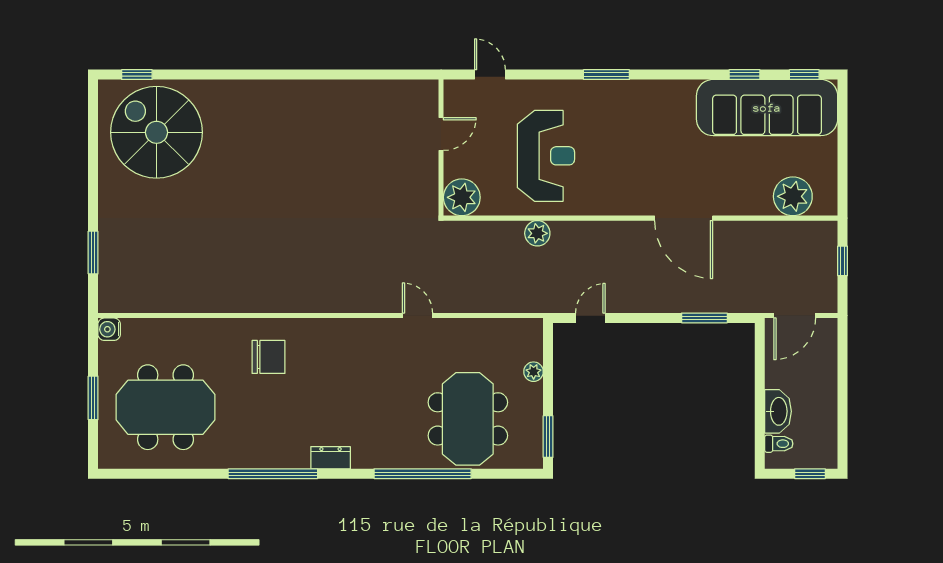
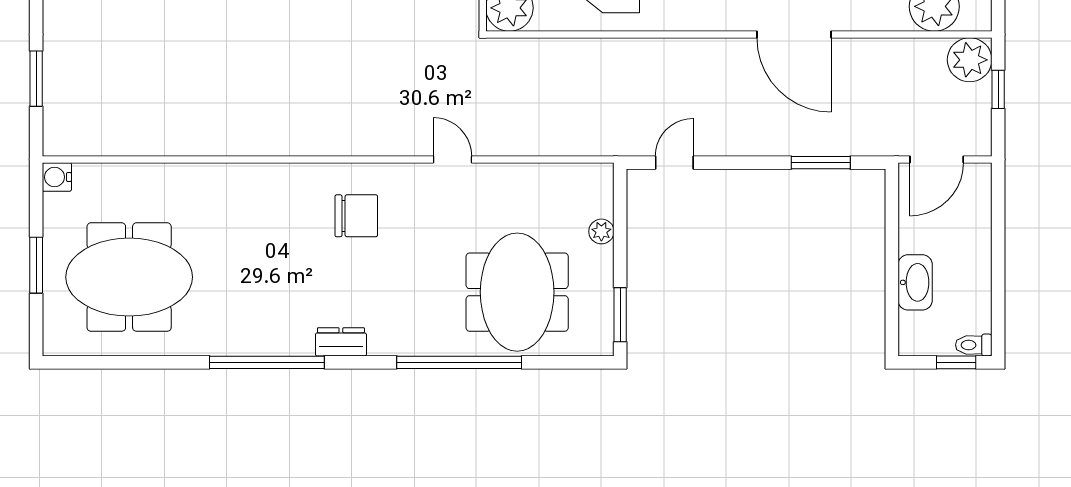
plant: (537, 233) -> (970, 60), moved, width x1.36, depth x1.36
chair: (268, 357) -> (356, 216), moved
toilet: (779, 444) -> (974, 345), moved, turned 180

